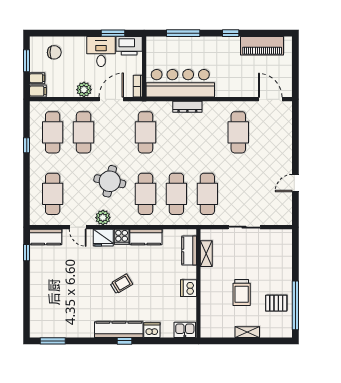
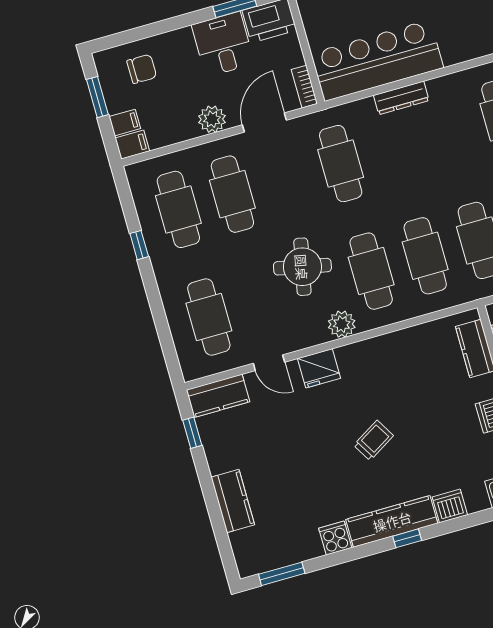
plant: (103, 218) -> (342, 324), moved
cooker: (122, 237) -> (335, 538), moved, turned 180
kitchen counter: (146, 237) -> (233, 501), moved, turned -90

